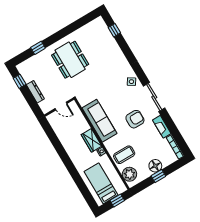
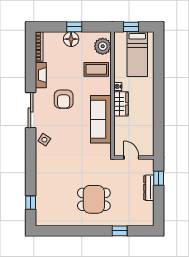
dining table: (70, 60) -> (94, 199), width x0.73
window: (20, 81) -> (159, 178), moved
armchair: (135, 119) -> (64, 99), turned -90

